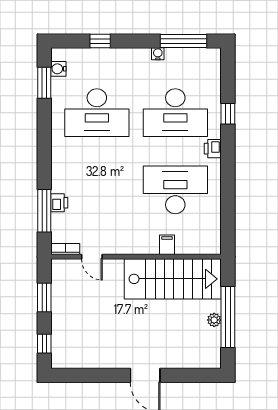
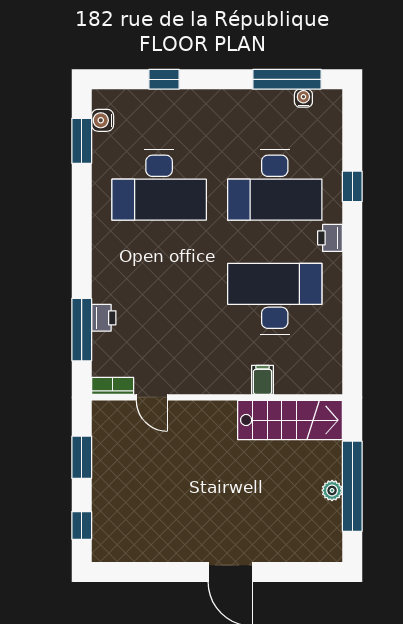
water cooler: (158, 54) -> (303, 98), moved
stairs: (173, 279) -> (290, 420), width x0.73, depth x0.66

